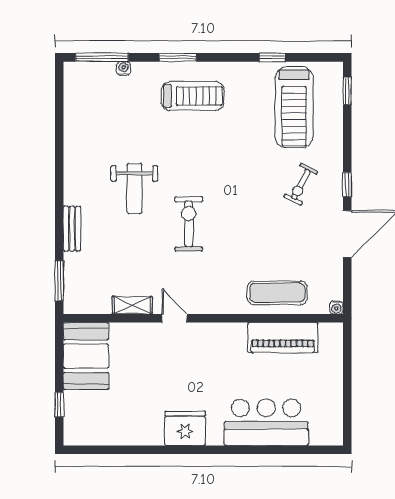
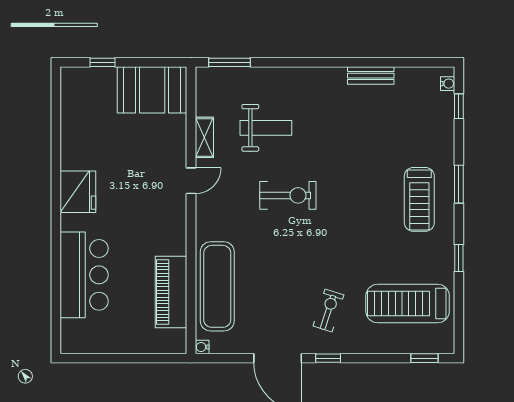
window: (102, 57) -> (459, 106), width x0.46
window: (272, 57) -> (459, 258), moved
water cooler: (123, 68) -> (448, 84), moved
exercise bike: (301, 184) -> (328, 311), turned 81
weight bench: (134, 189) -> (266, 128), moved, turned 180
bench: (72, 229) -> (371, 76), moved
exercise mat: (277, 293) -> (217, 286), width x1.36, depth x1.45

